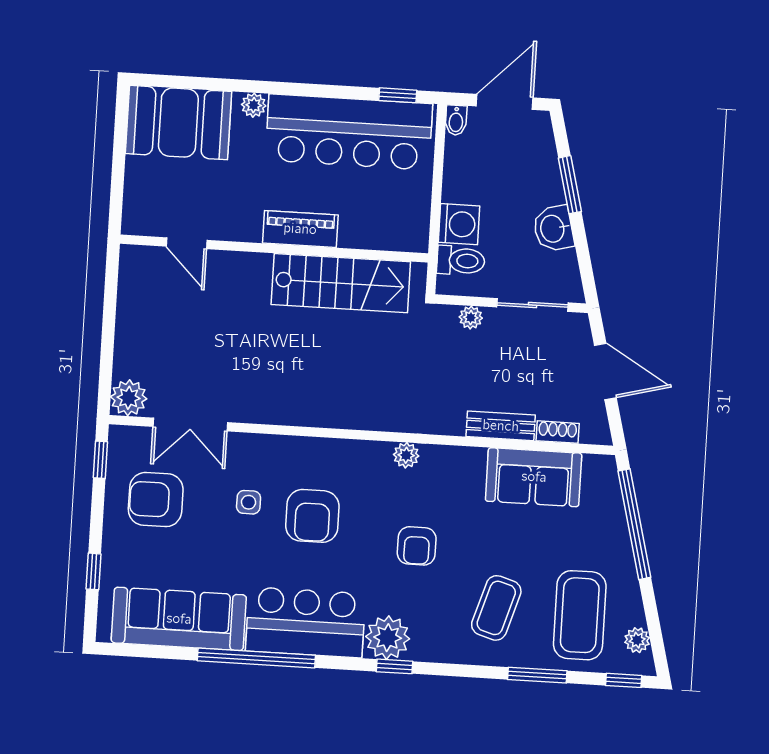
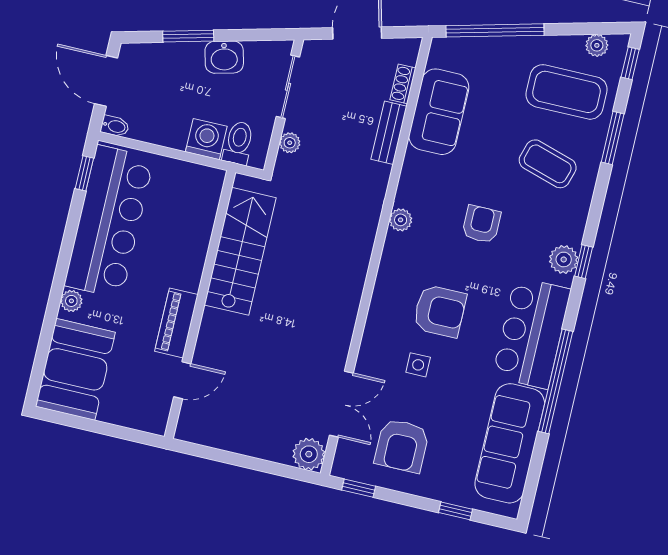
piano: (300, 229) -> (176, 323), moved
armchair: (417, 546) -> (481, 224), turned -90
plant: (388, 638) -> (564, 259), width x0.73, depth x0.73

